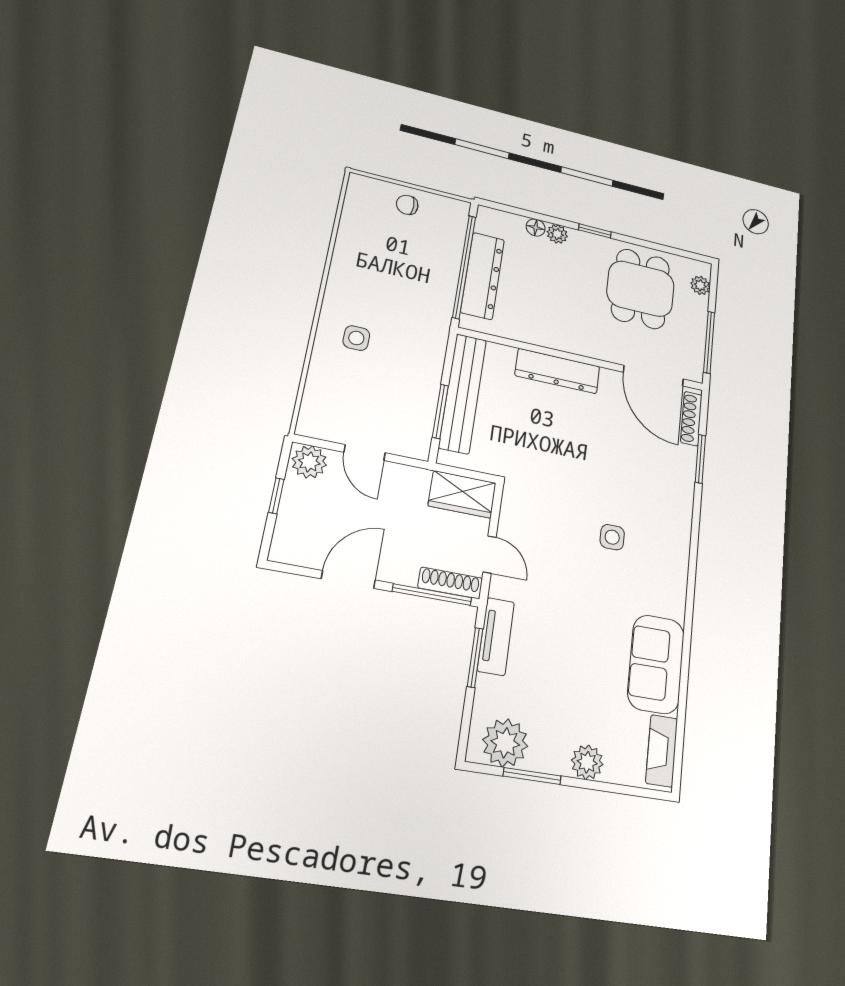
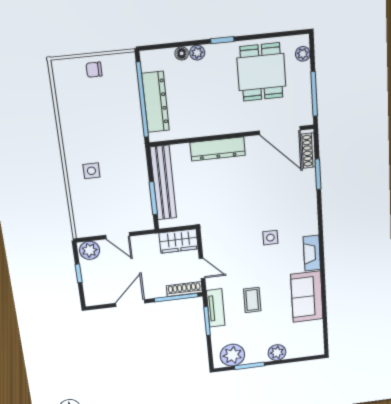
coffee table: (562, 641) -> (252, 300), added
fireplace: (662, 751) -> (312, 253), moved

